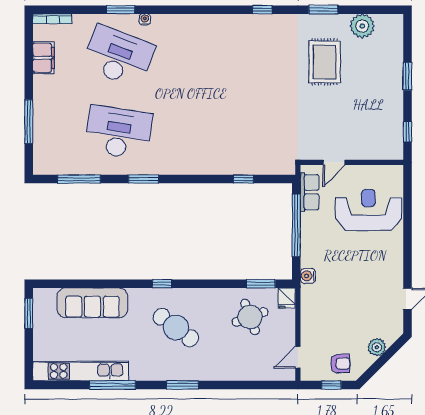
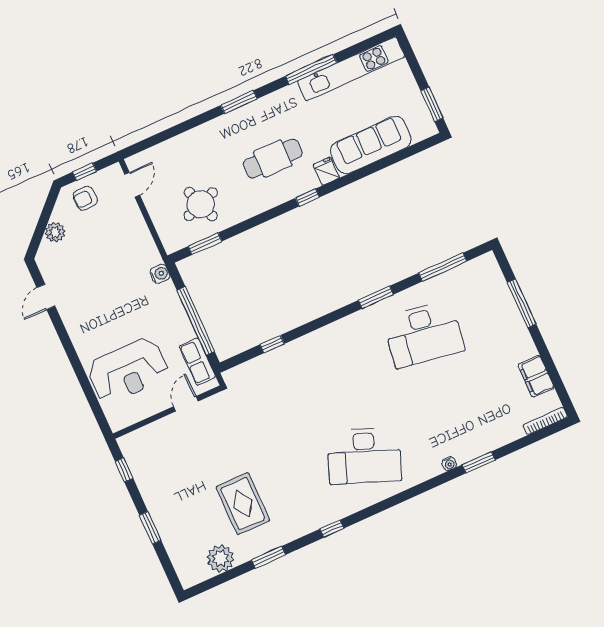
desk: (118, 56) -> (364, 456), moved
fridge: (287, 298) -> (326, 171), moved
cafe table: (176, 327) -> (273, 159), turned -37

